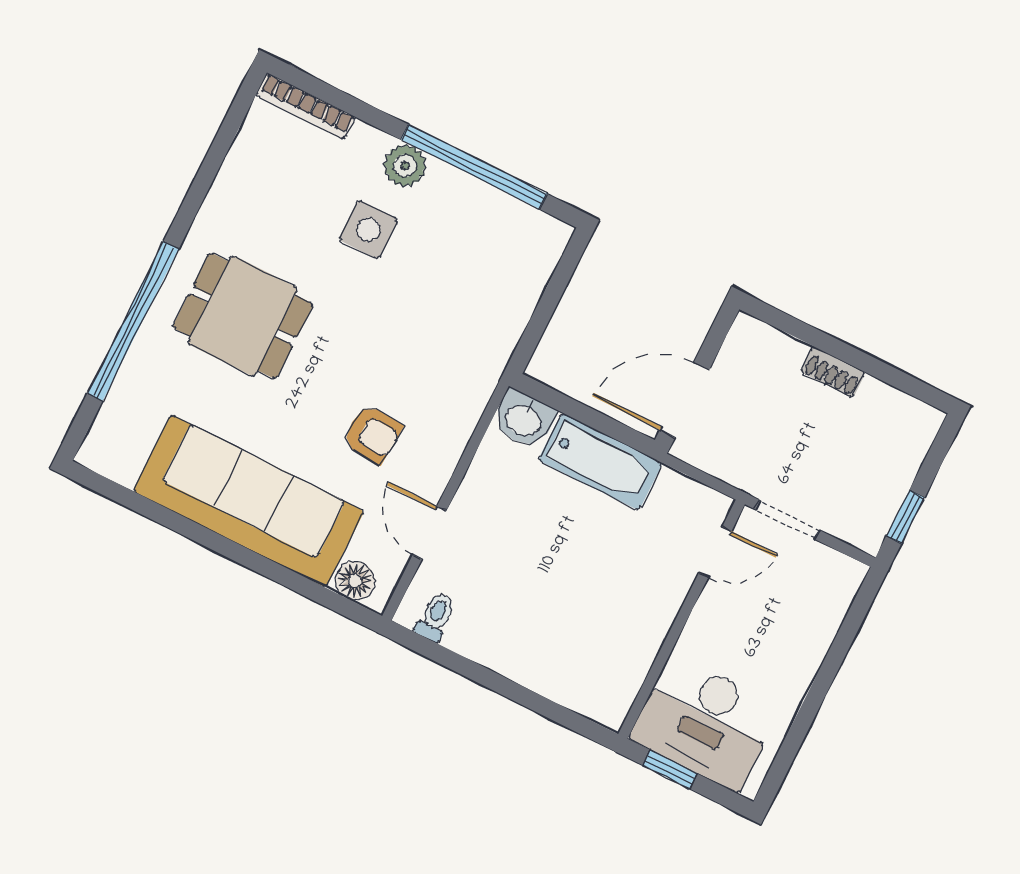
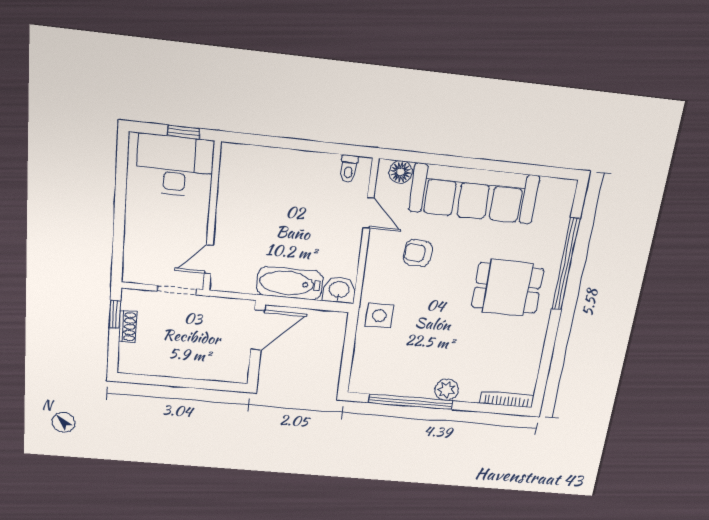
side table: (368, 229) -> (379, 316), moved
shoe rack: (833, 372) -> (128, 327), moved, turned 90

